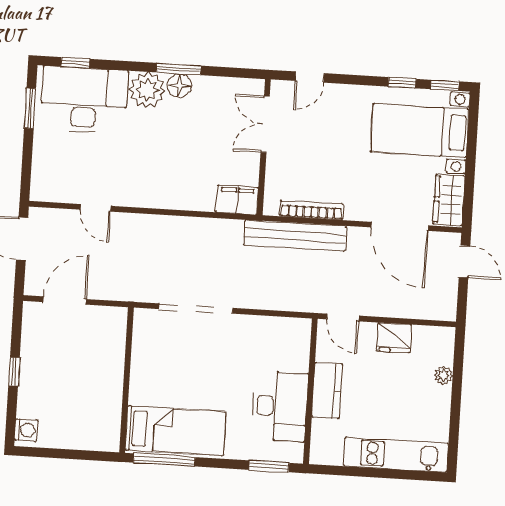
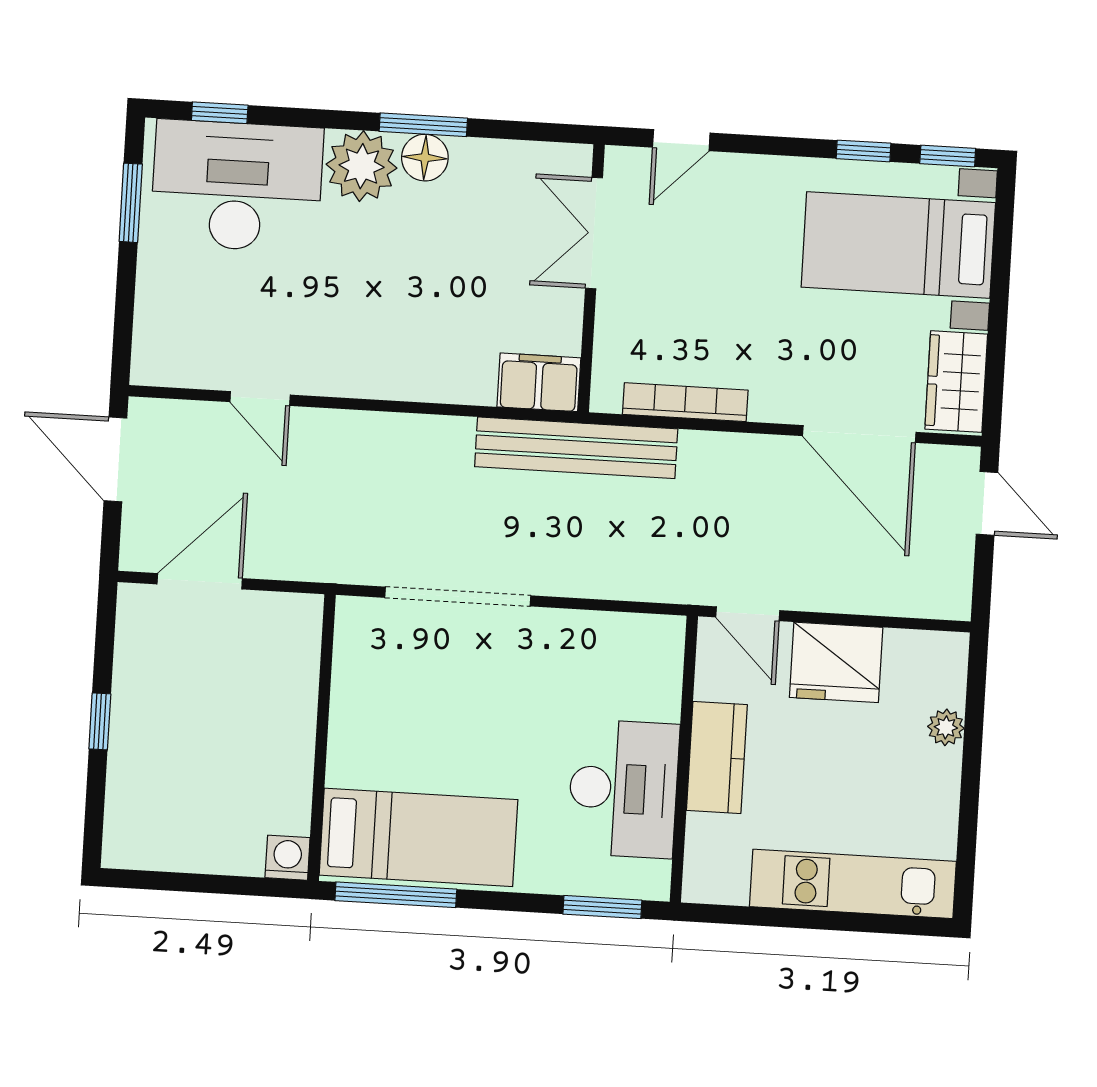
bench: (295, 236) -> (576, 448), moved
fridge: (394, 338) -> (836, 662), width x1.36, depth x1.34
washing machine: (26, 430) -> (288, 858), moved, turned -90

